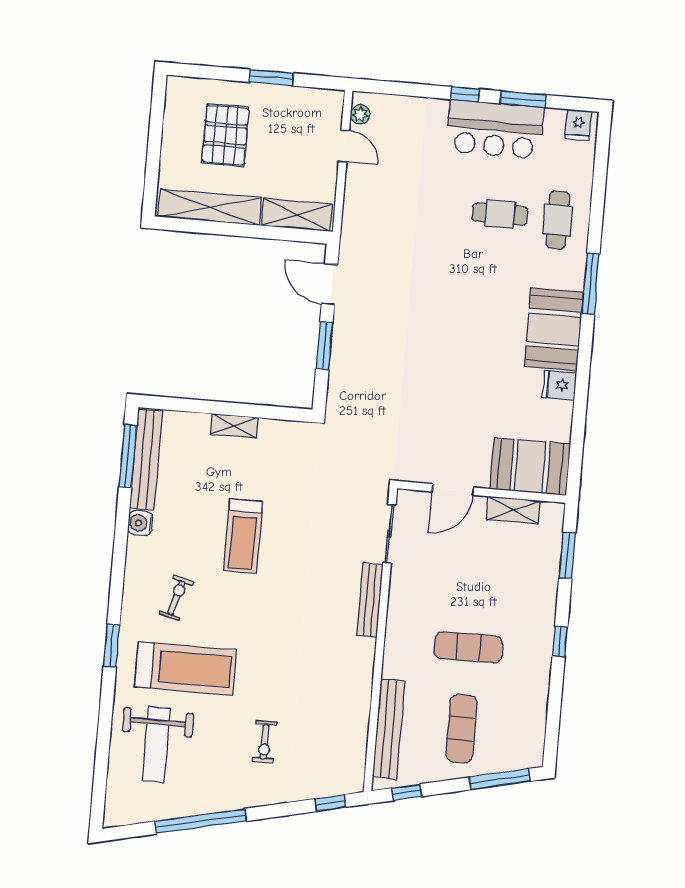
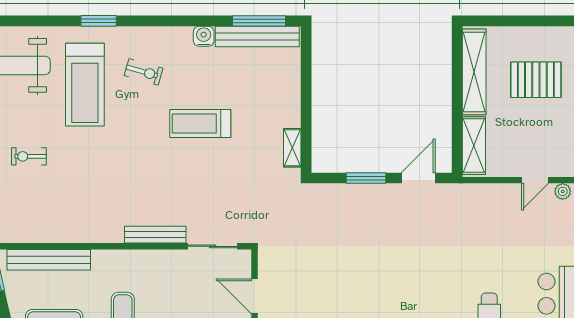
shelving: (234, 426) -> (292, 148), moved

